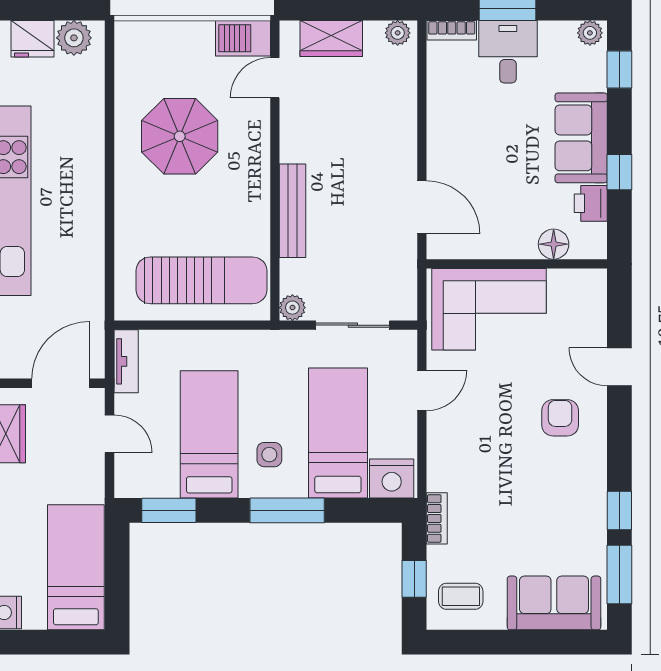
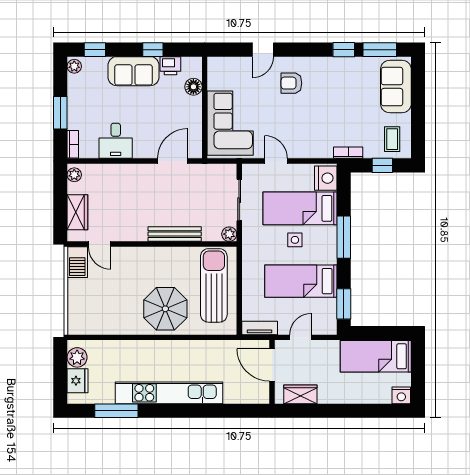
desk: (508, 52) -> (116, 141), moved, turned -90
parasol: (180, 136) -> (165, 309), moved
side table: (269, 455) -> (295, 240), moved

